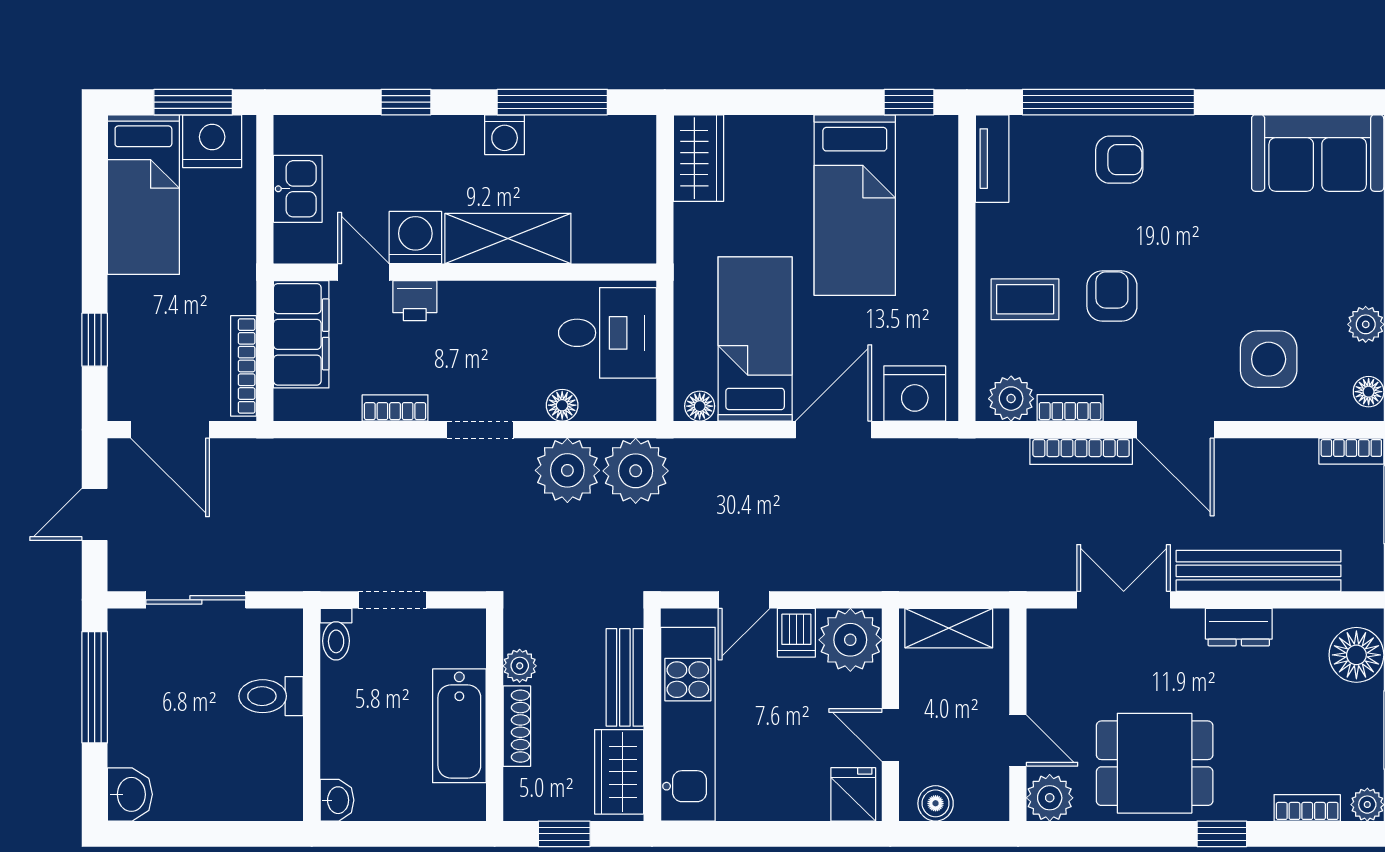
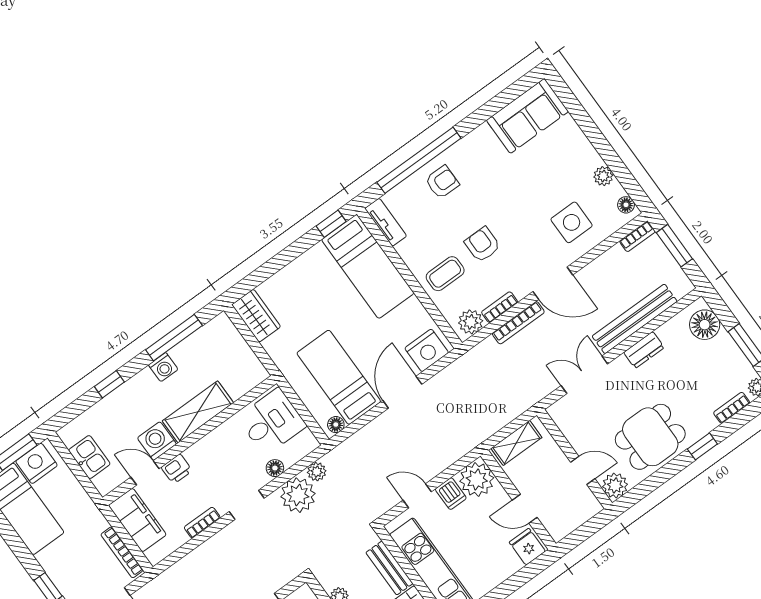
bed: (855, 205) -> (368, 266), moved
plant: (636, 471) -> (317, 472), width x0.53, depth x0.53
door: (744, 600) -> (417, 496), swing flipped
boiler: (936, 803) -> (566, 524), removed

